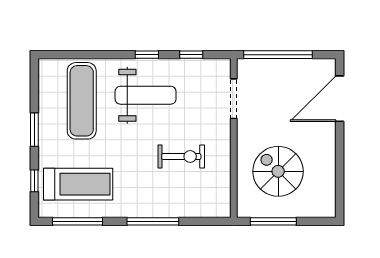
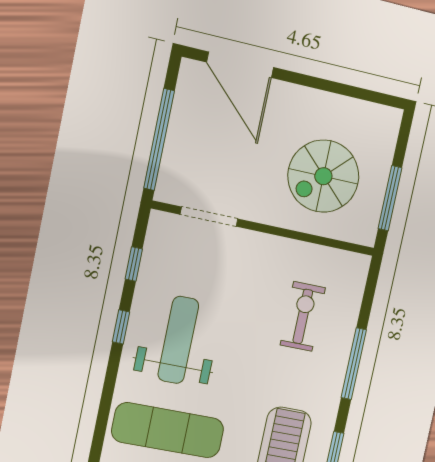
exercise bike: (181, 156) -> (303, 316), moved

